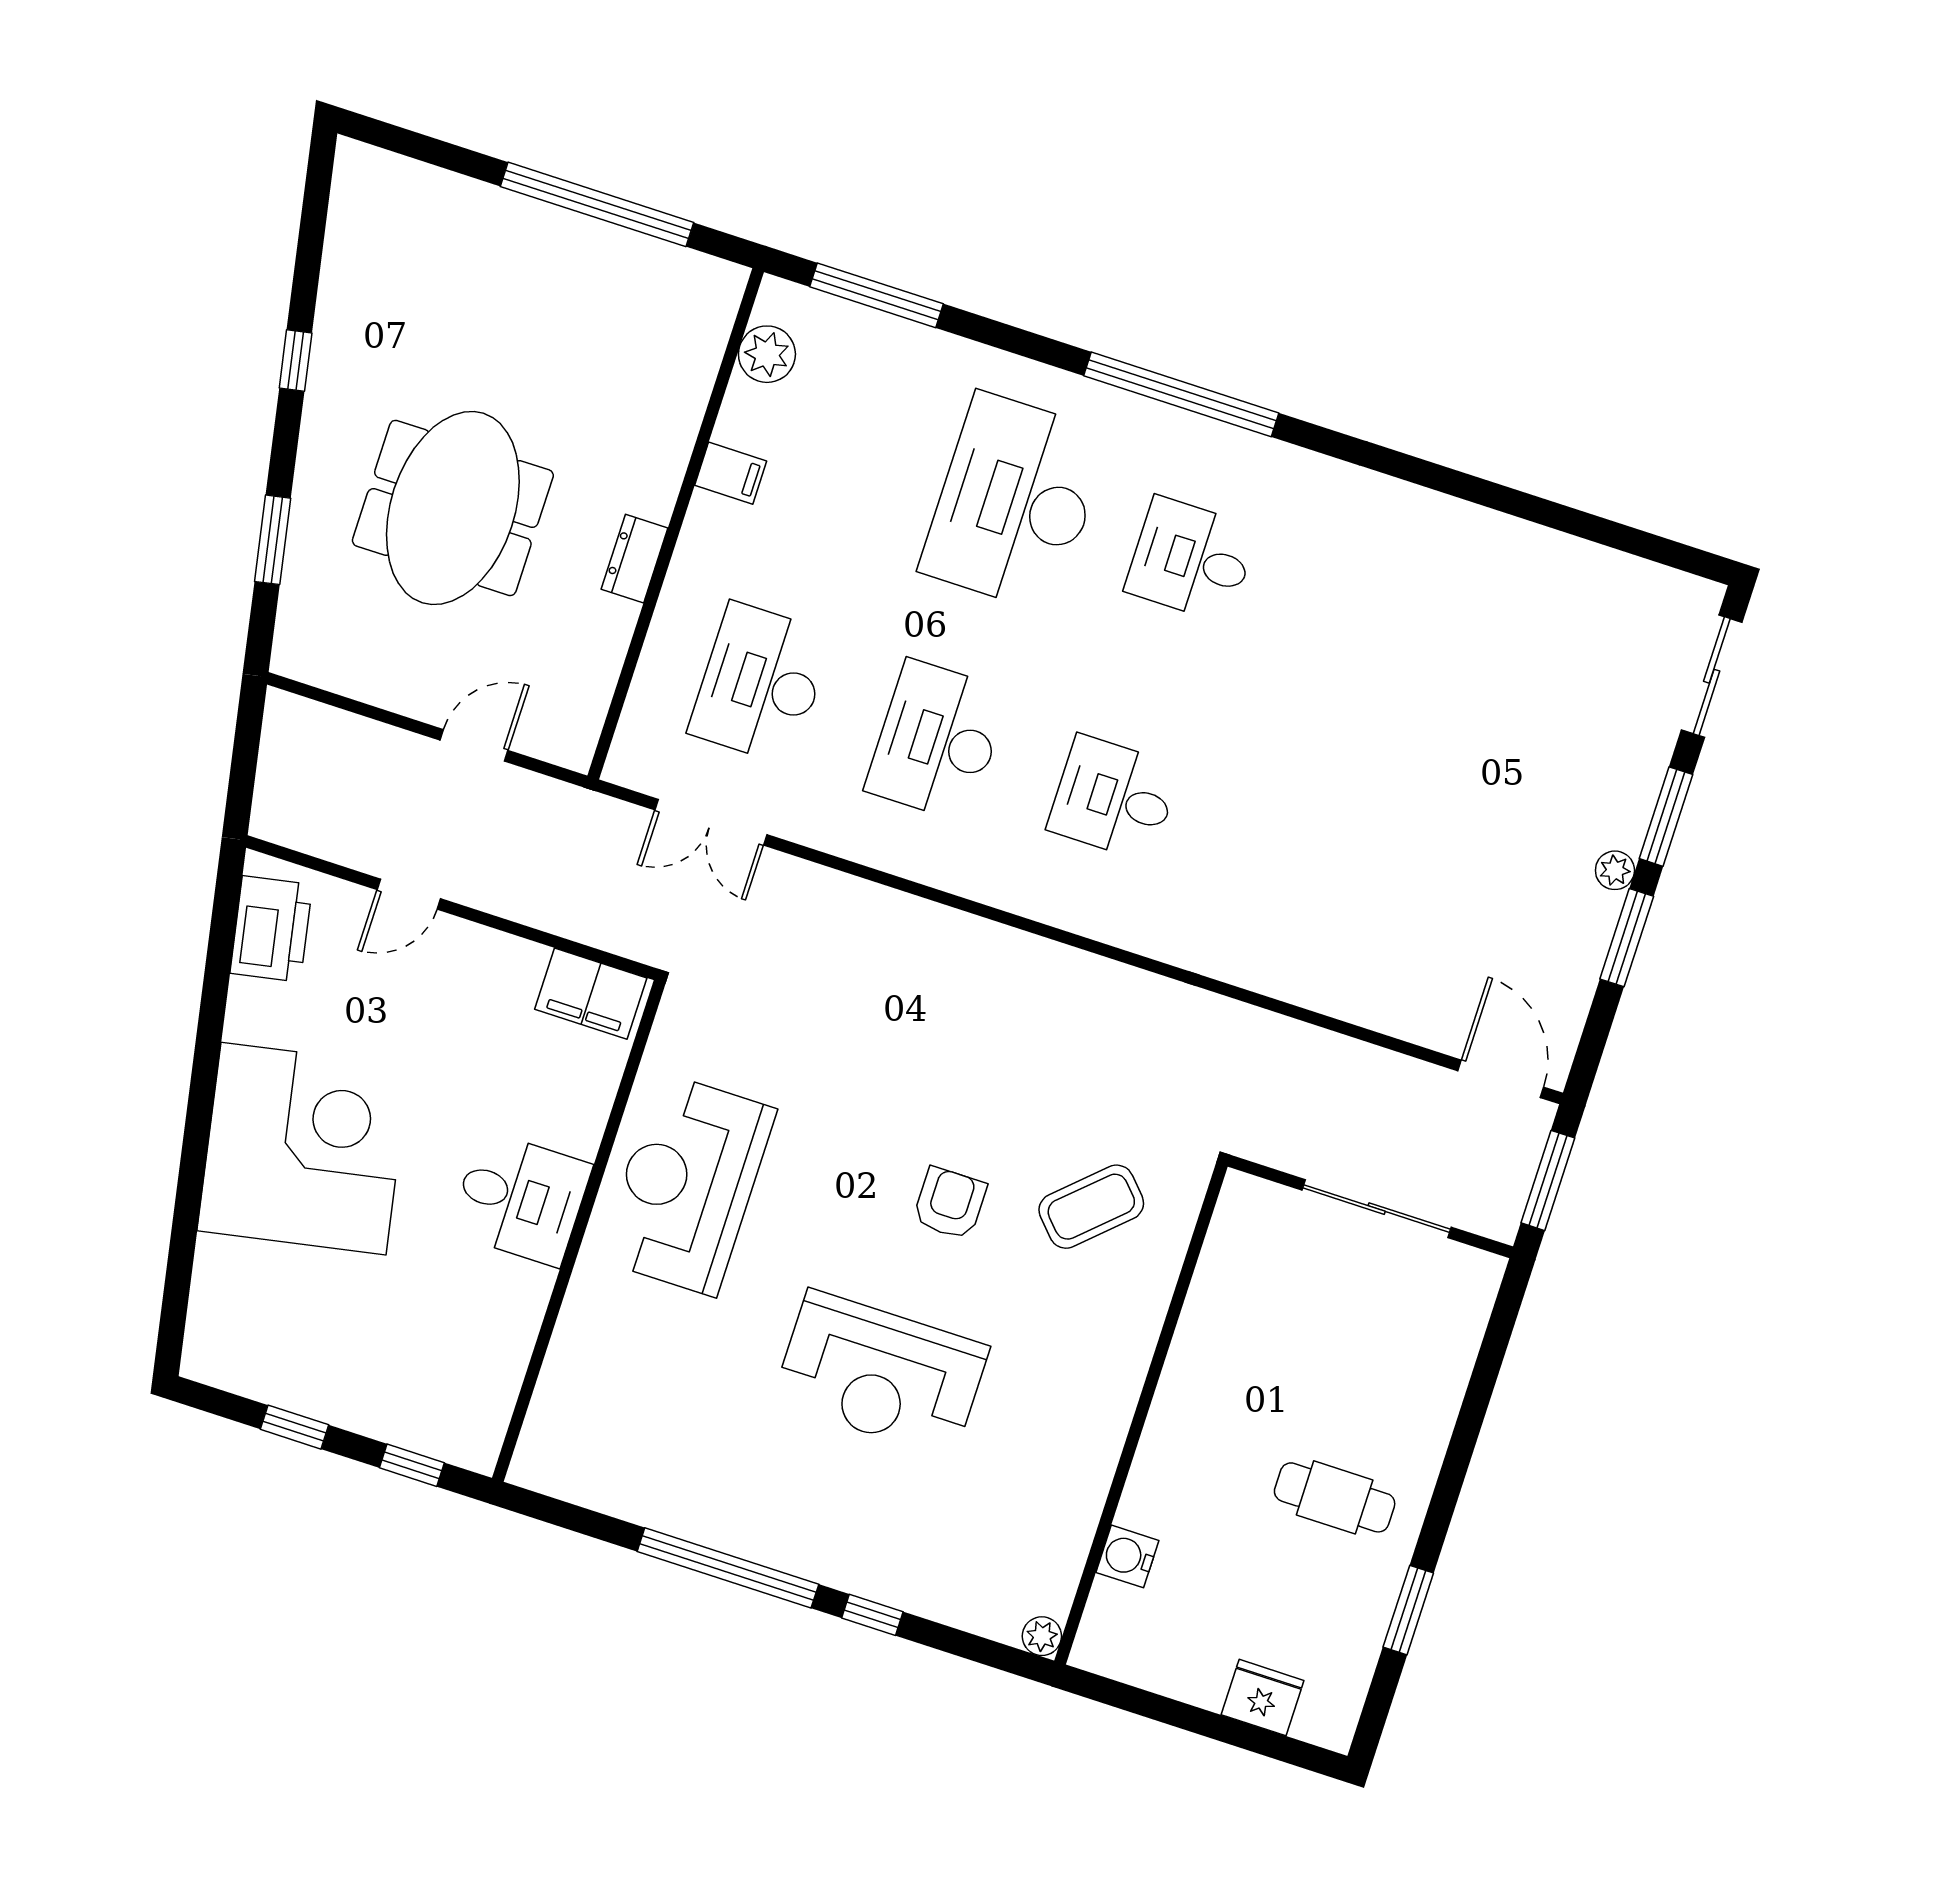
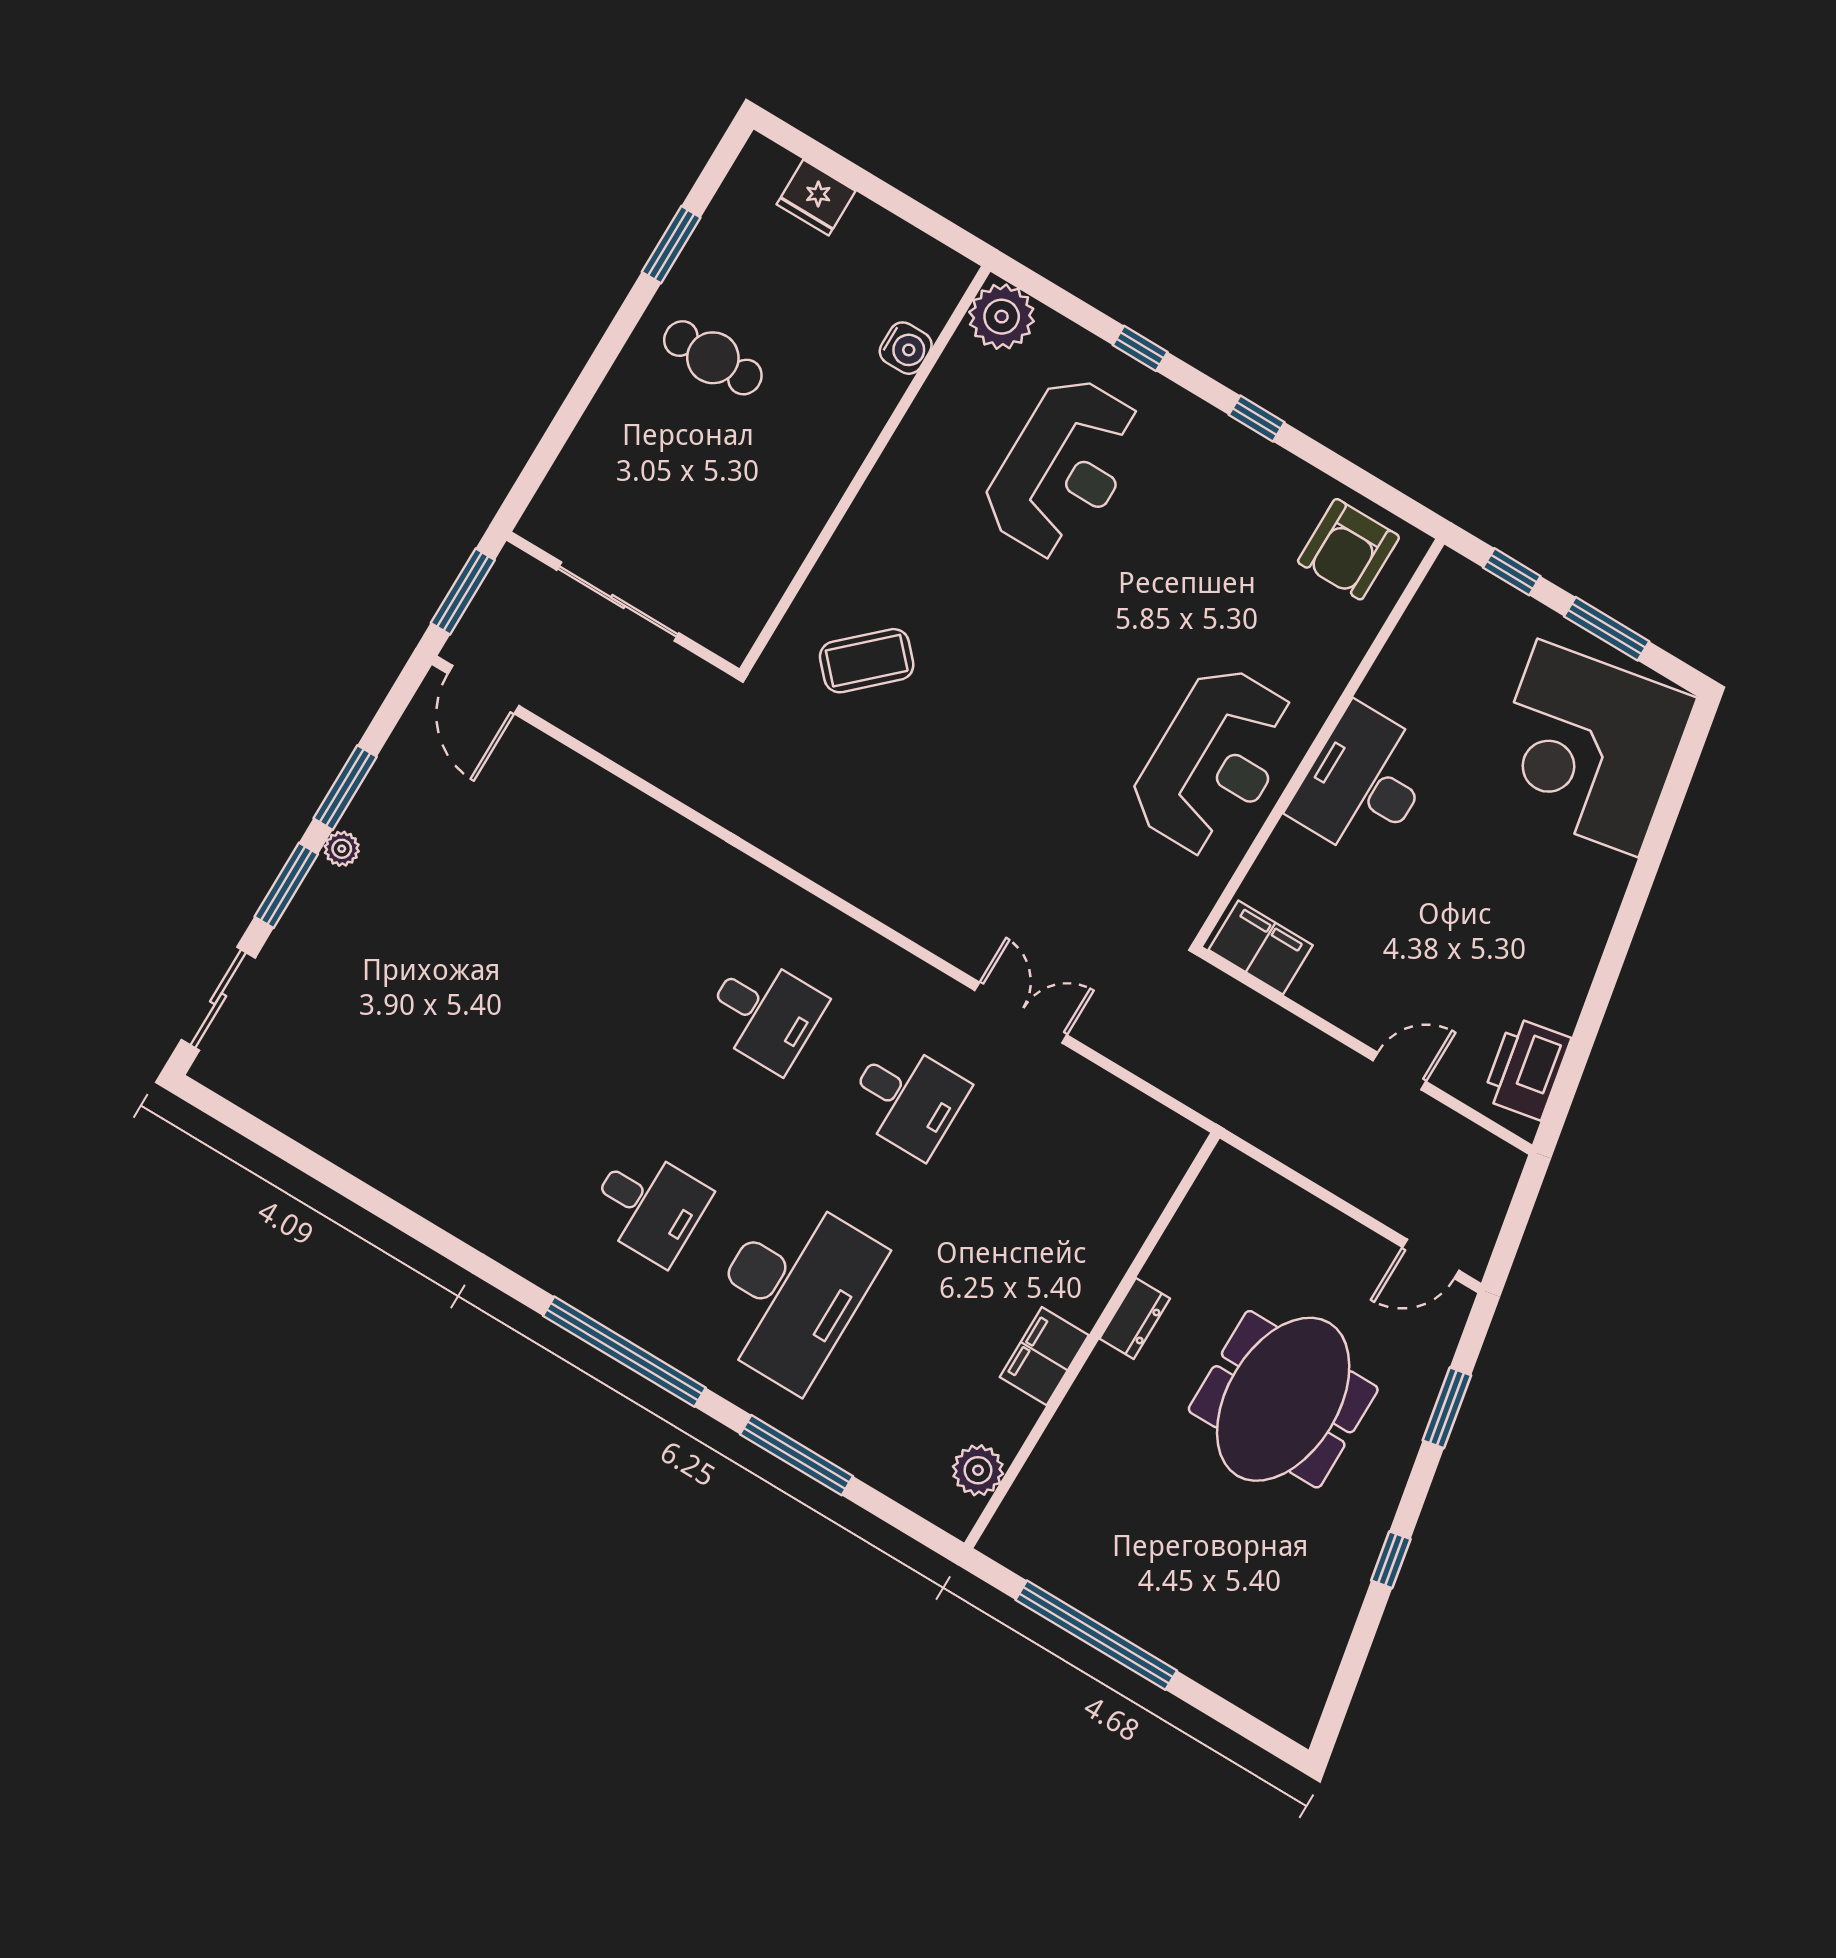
window: (877, 295) -> (797, 1455), moved
filing cabinet: (731, 473) -> (1044, 1356), width x2.00
desk: (761, 683) -> (1050, 1184), removed
desk: (937, 741) -> (907, 1098), width x0.73
door: (474, 745) -> (1431, 1259), moved
double door: (711, 822) -> (1021, 1013), moved
corner desk: (303, 1149) -> (1588, 748), moved
desk: (521, 1198) -> (1363, 783), width x1.37
armchair: (950, 1203) -> (1348, 549), moved, width x1.38, depth x1.38
reception desk: (881, 1374) -> (1064, 468), moved, turned 90
window: (294, 1427) -> (1607, 629), width x1.50
window: (728, 1568) -> (1257, 418), width x0.32
plant: (1042, 1636) -> (1002, 317), width x1.87, depth x1.87

